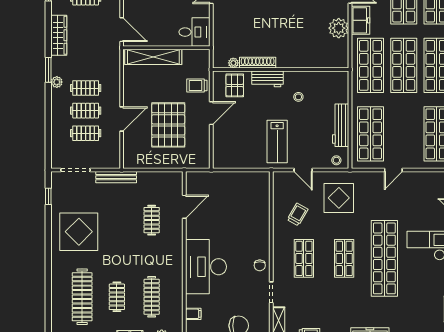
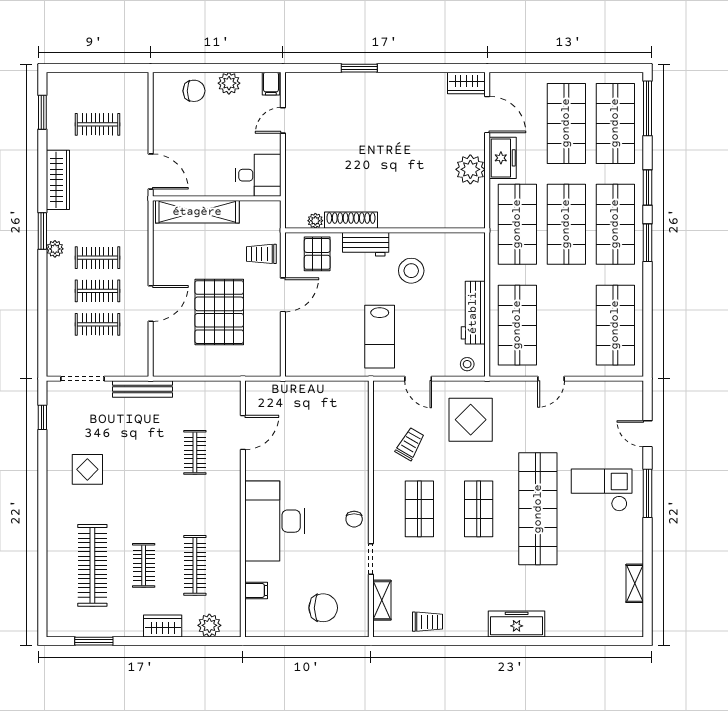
stool: (298, 97) -> (411, 271), width x1.89, depth x1.89
display table: (79, 232) -> (87, 469), width x0.54, depth x0.54

